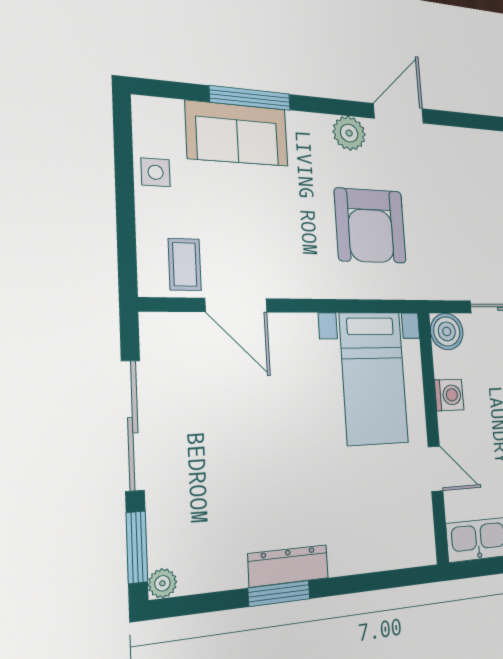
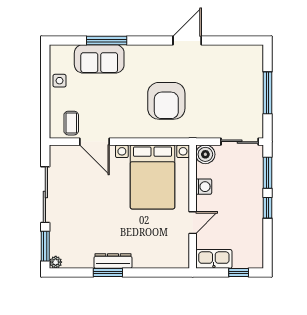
plant: (349, 133) -> (158, 54), removed
bed with nightstands: (374, 378) -> (152, 177), width x1.36
door: (435, 469) -> (193, 223), hinge flipped

